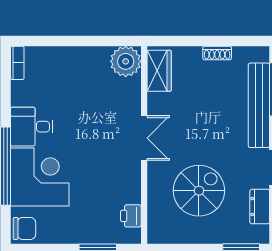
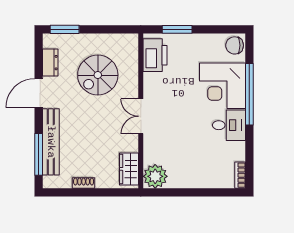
printer: (131, 216) -> (155, 55), width x1.87, depth x1.48

